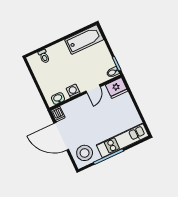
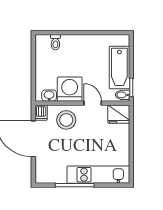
bathtub: (84, 40) -> (119, 67), moved, turned 90
door: (93, 89) -> (93, 103), swing flipped
washing machine: (73, 91) -> (70, 89), width x1.89, depth x1.89
stool: (85, 153) -> (66, 120), moved

